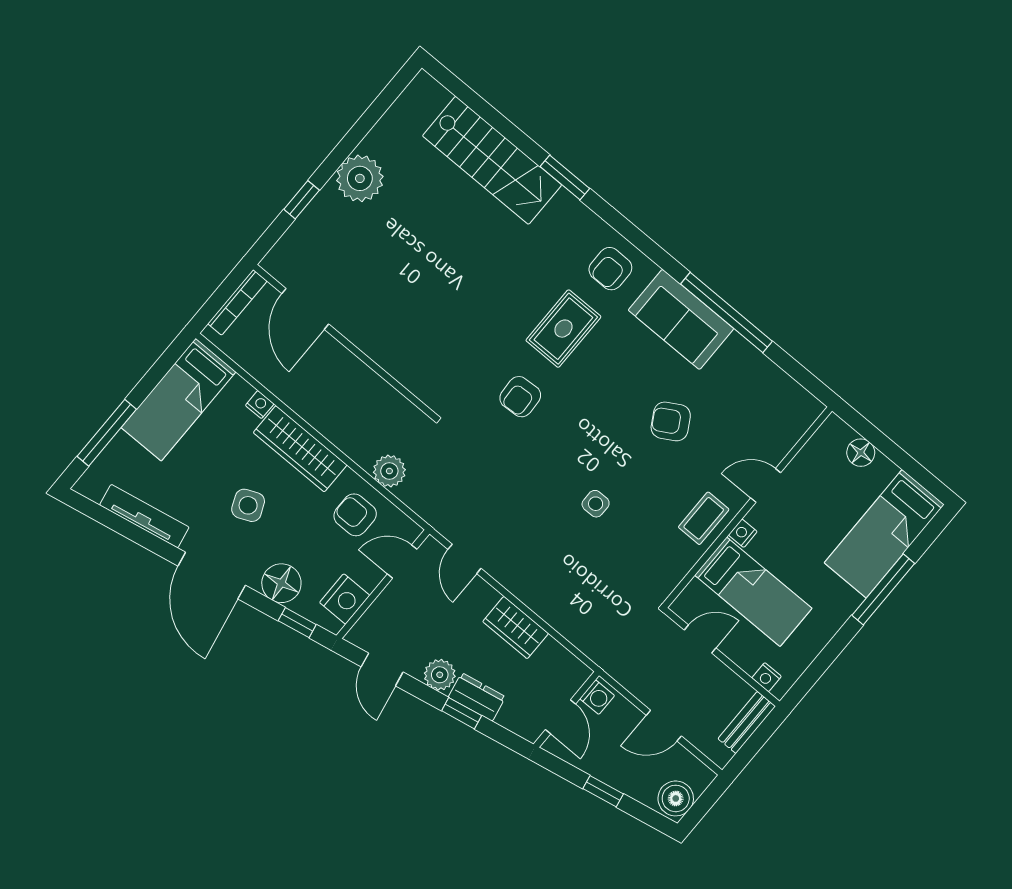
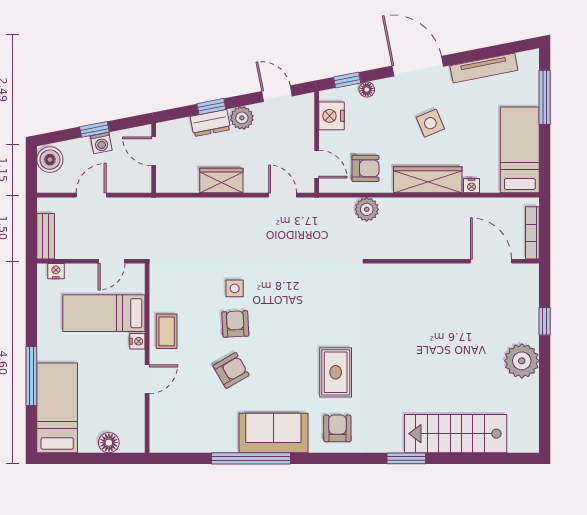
armchair: (520, 397) -> (235, 324), moved
door: (402, 562) -> (317, 164), hinge flipped
floor lamp: (281, 583) -> (367, 90), width x0.53, depth x0.53
washing machine: (597, 697) -> (101, 143), moved, turned -101

